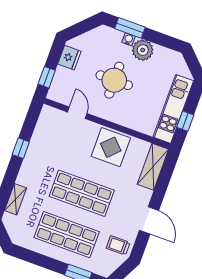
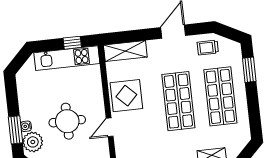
plant: (143, 50) -> (33, 142), moved
door: (77, 113) -> (110, 127), moved
trolley: (118, 245) -> (208, 48), turned 90

